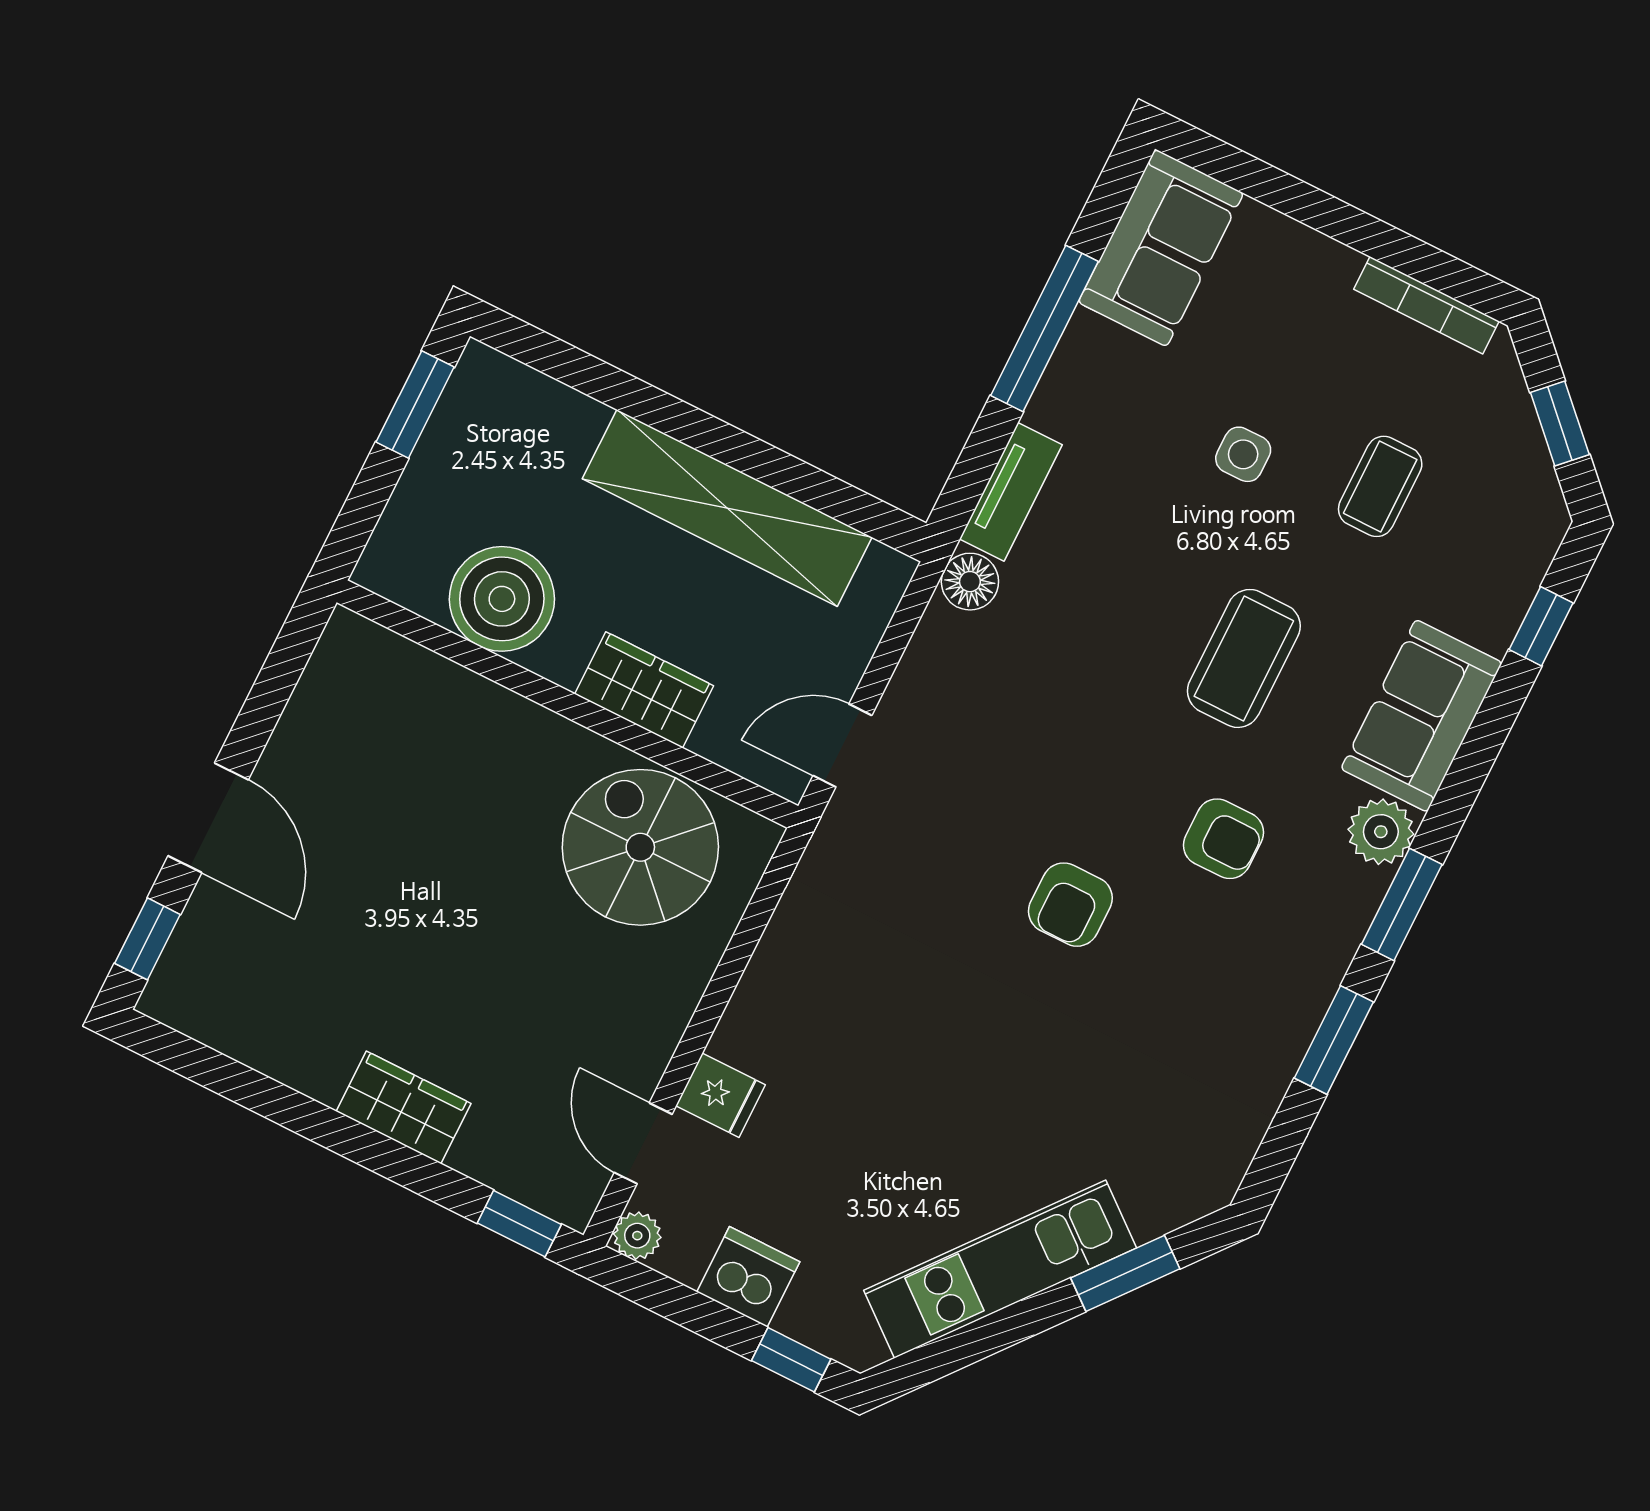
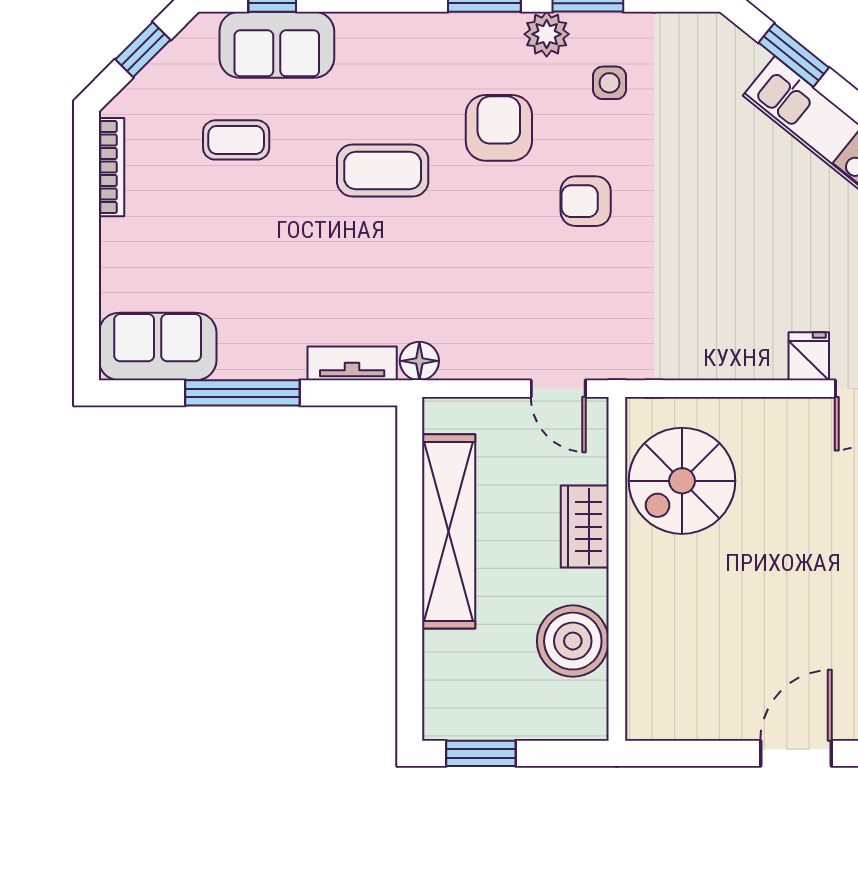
side table: (1243, 454) -> (610, 83), moved
sofa: (1422, 716) -> (277, 45), moved
plant: (1381, 832) -> (547, 34), moved
armchair: (1223, 839) -> (499, 128), width x1.38, depth x1.38
armchair: (1070, 905) -> (586, 201), turned 180

